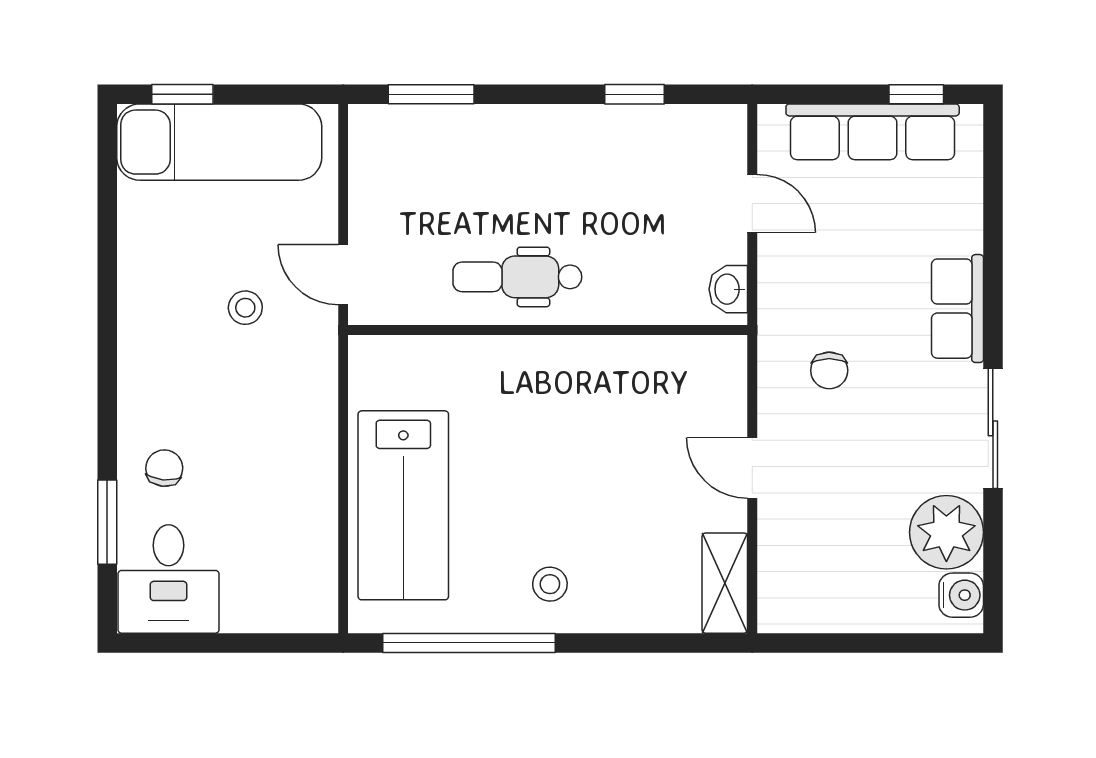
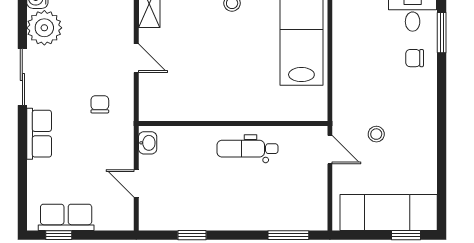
row of seats: (873, 132) -> (66, 217), width x0.68
dental chair: (517, 277) -> (247, 149), turned 180
chair: (164, 468) -> (415, 58), turned 84

